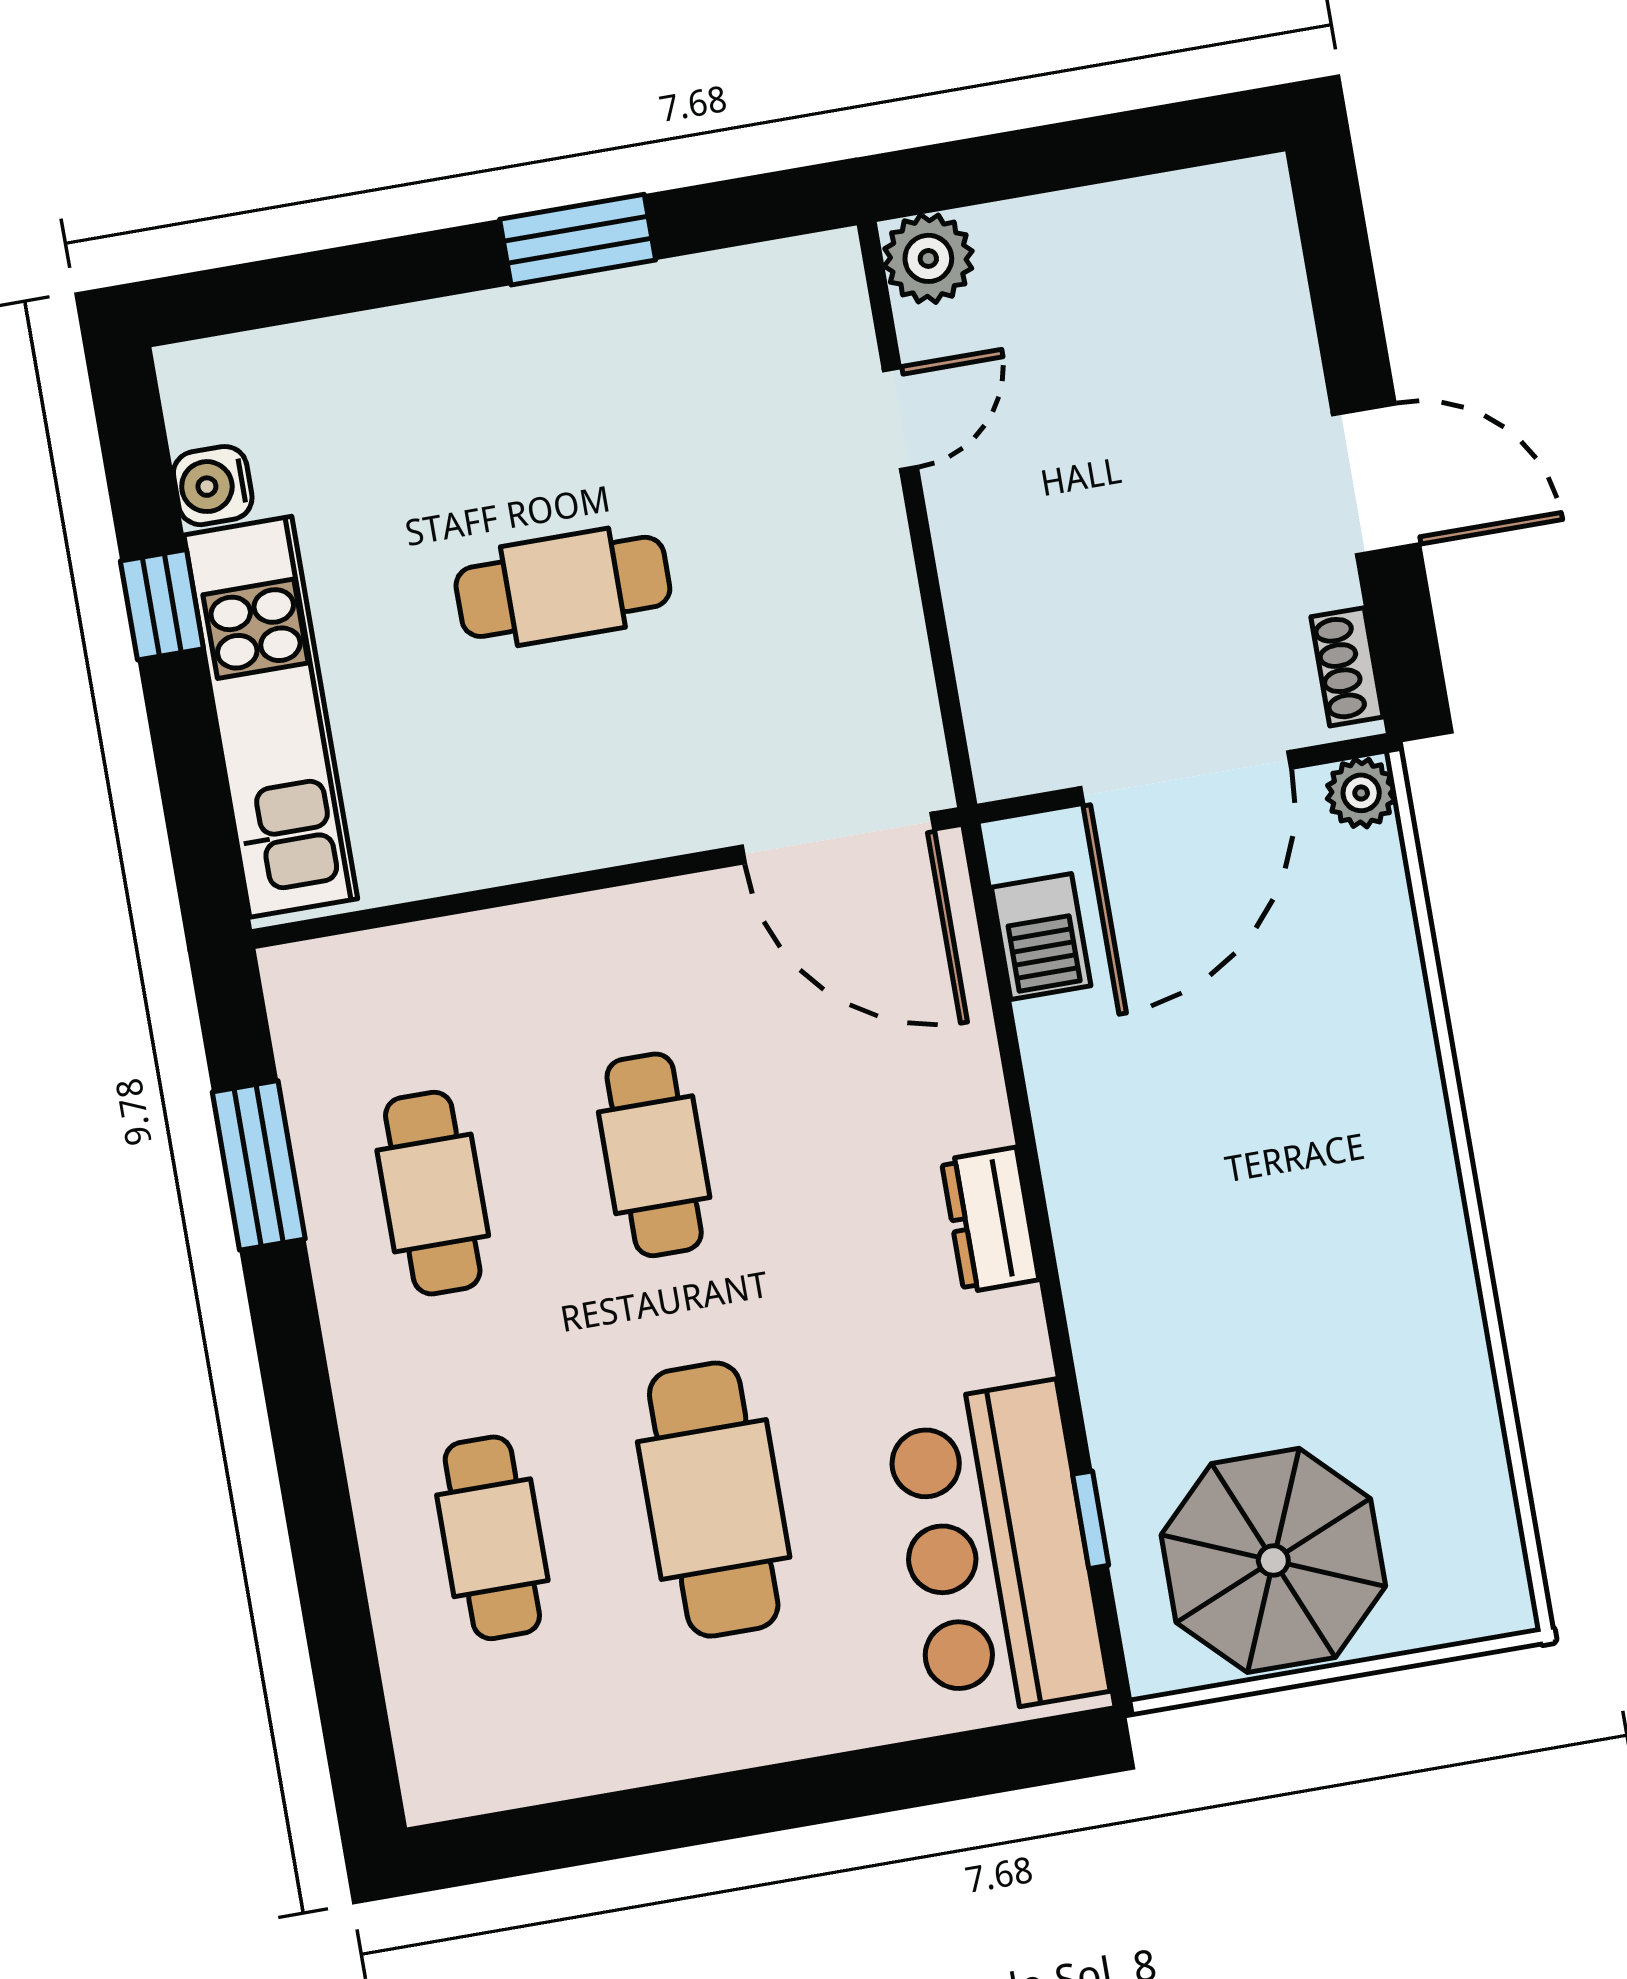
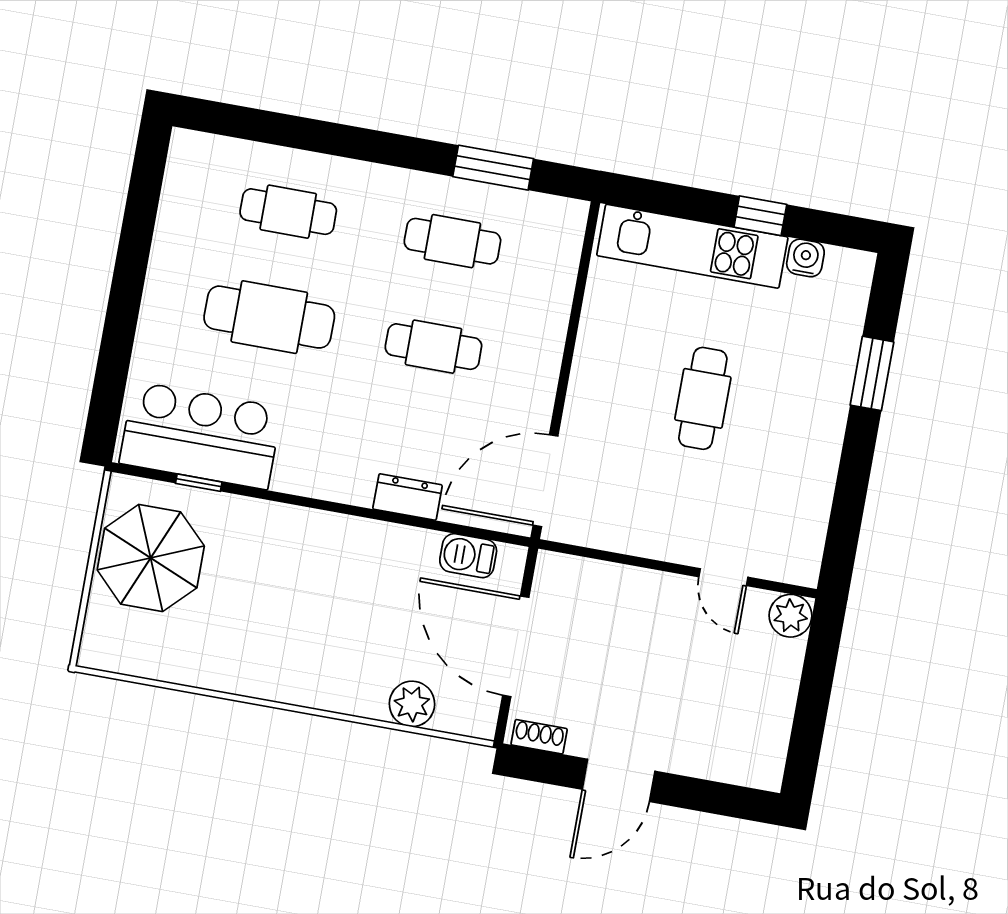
window: (578, 240) -> (872, 373), moved
plant: (1361, 793) -> (412, 704), moved, width x1.38, depth x1.38
dresser: (990, 1220) -> (408, 497), moved

